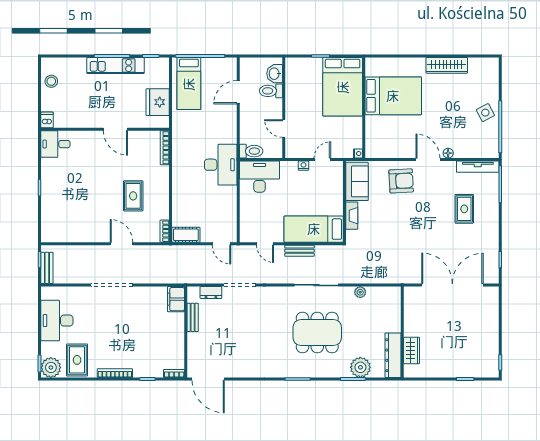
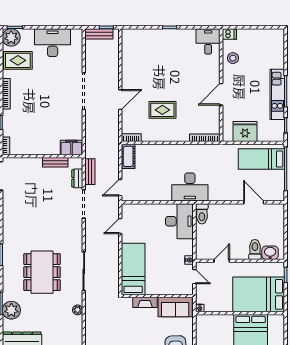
washbasin: (275, 74) -> (270, 253), moved
stool: (51, 81) -> (233, 58), moved
toilet: (271, 91) -> (255, 249), moved
wall: (284, 108) -> (240, 261), moved
door: (284, 129) -> (222, 261), moved
bench: (299, 251) -> (90, 172), moved

